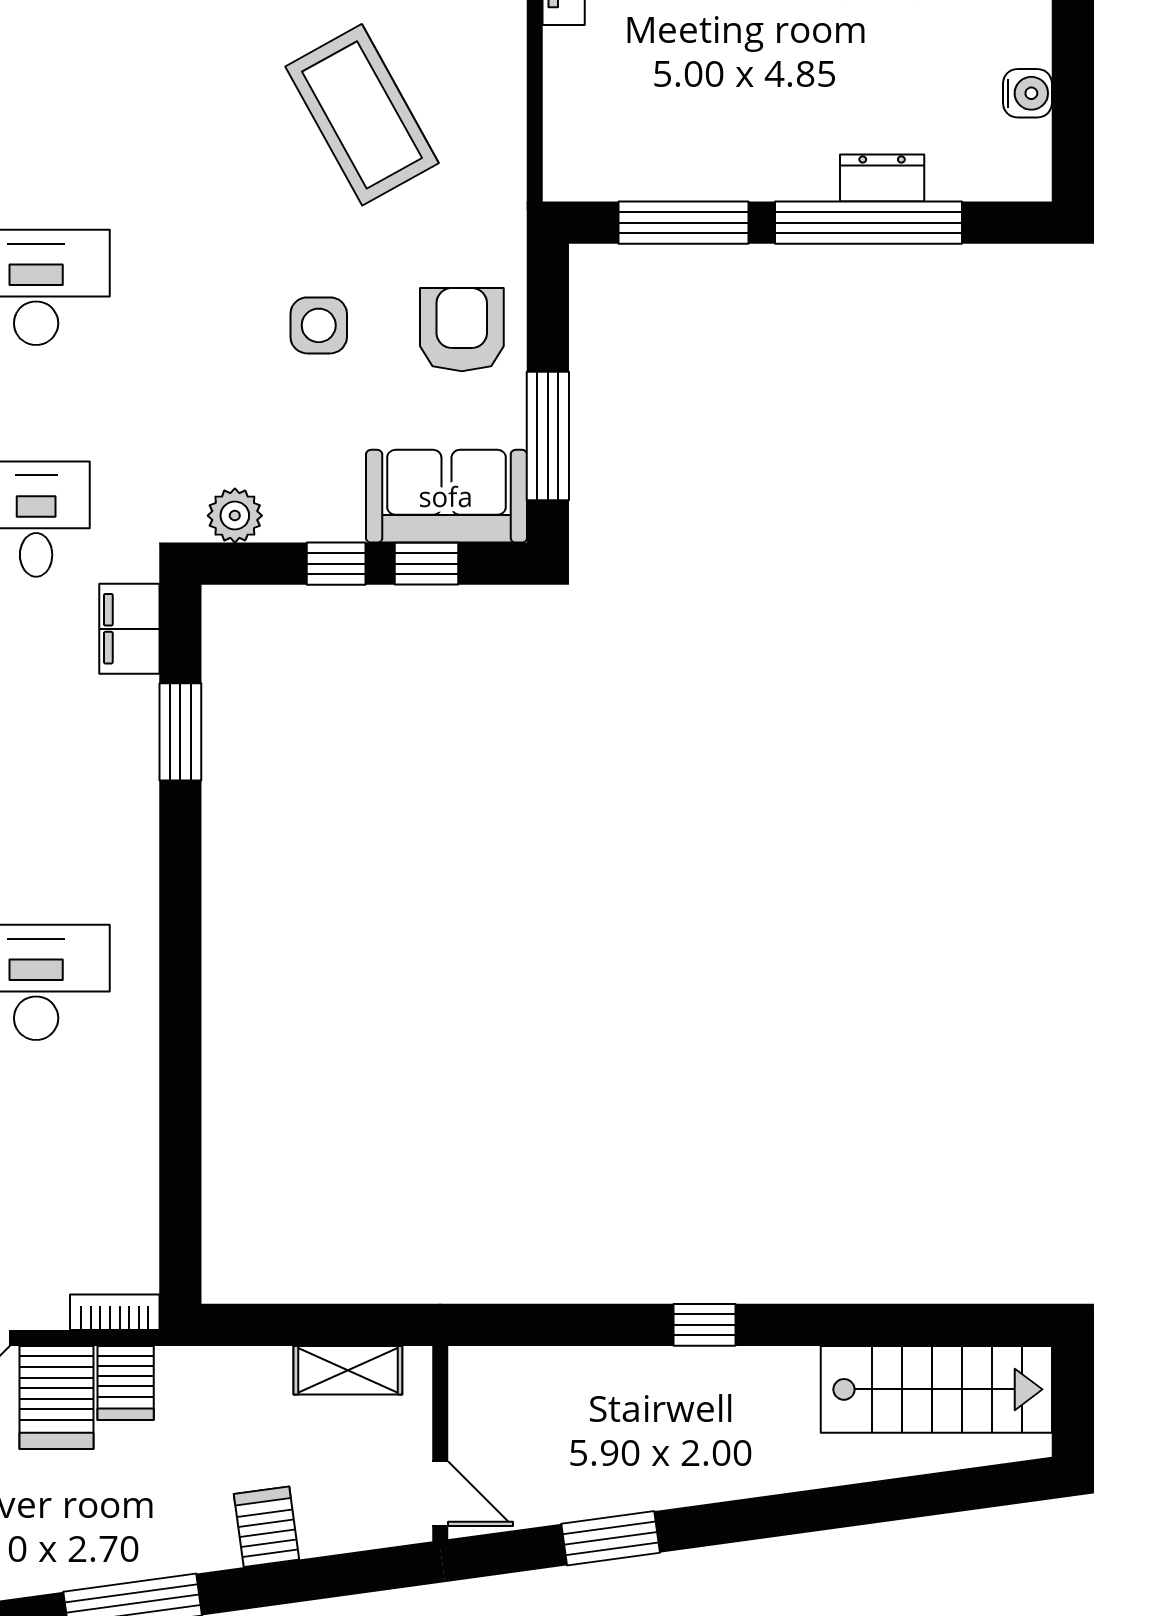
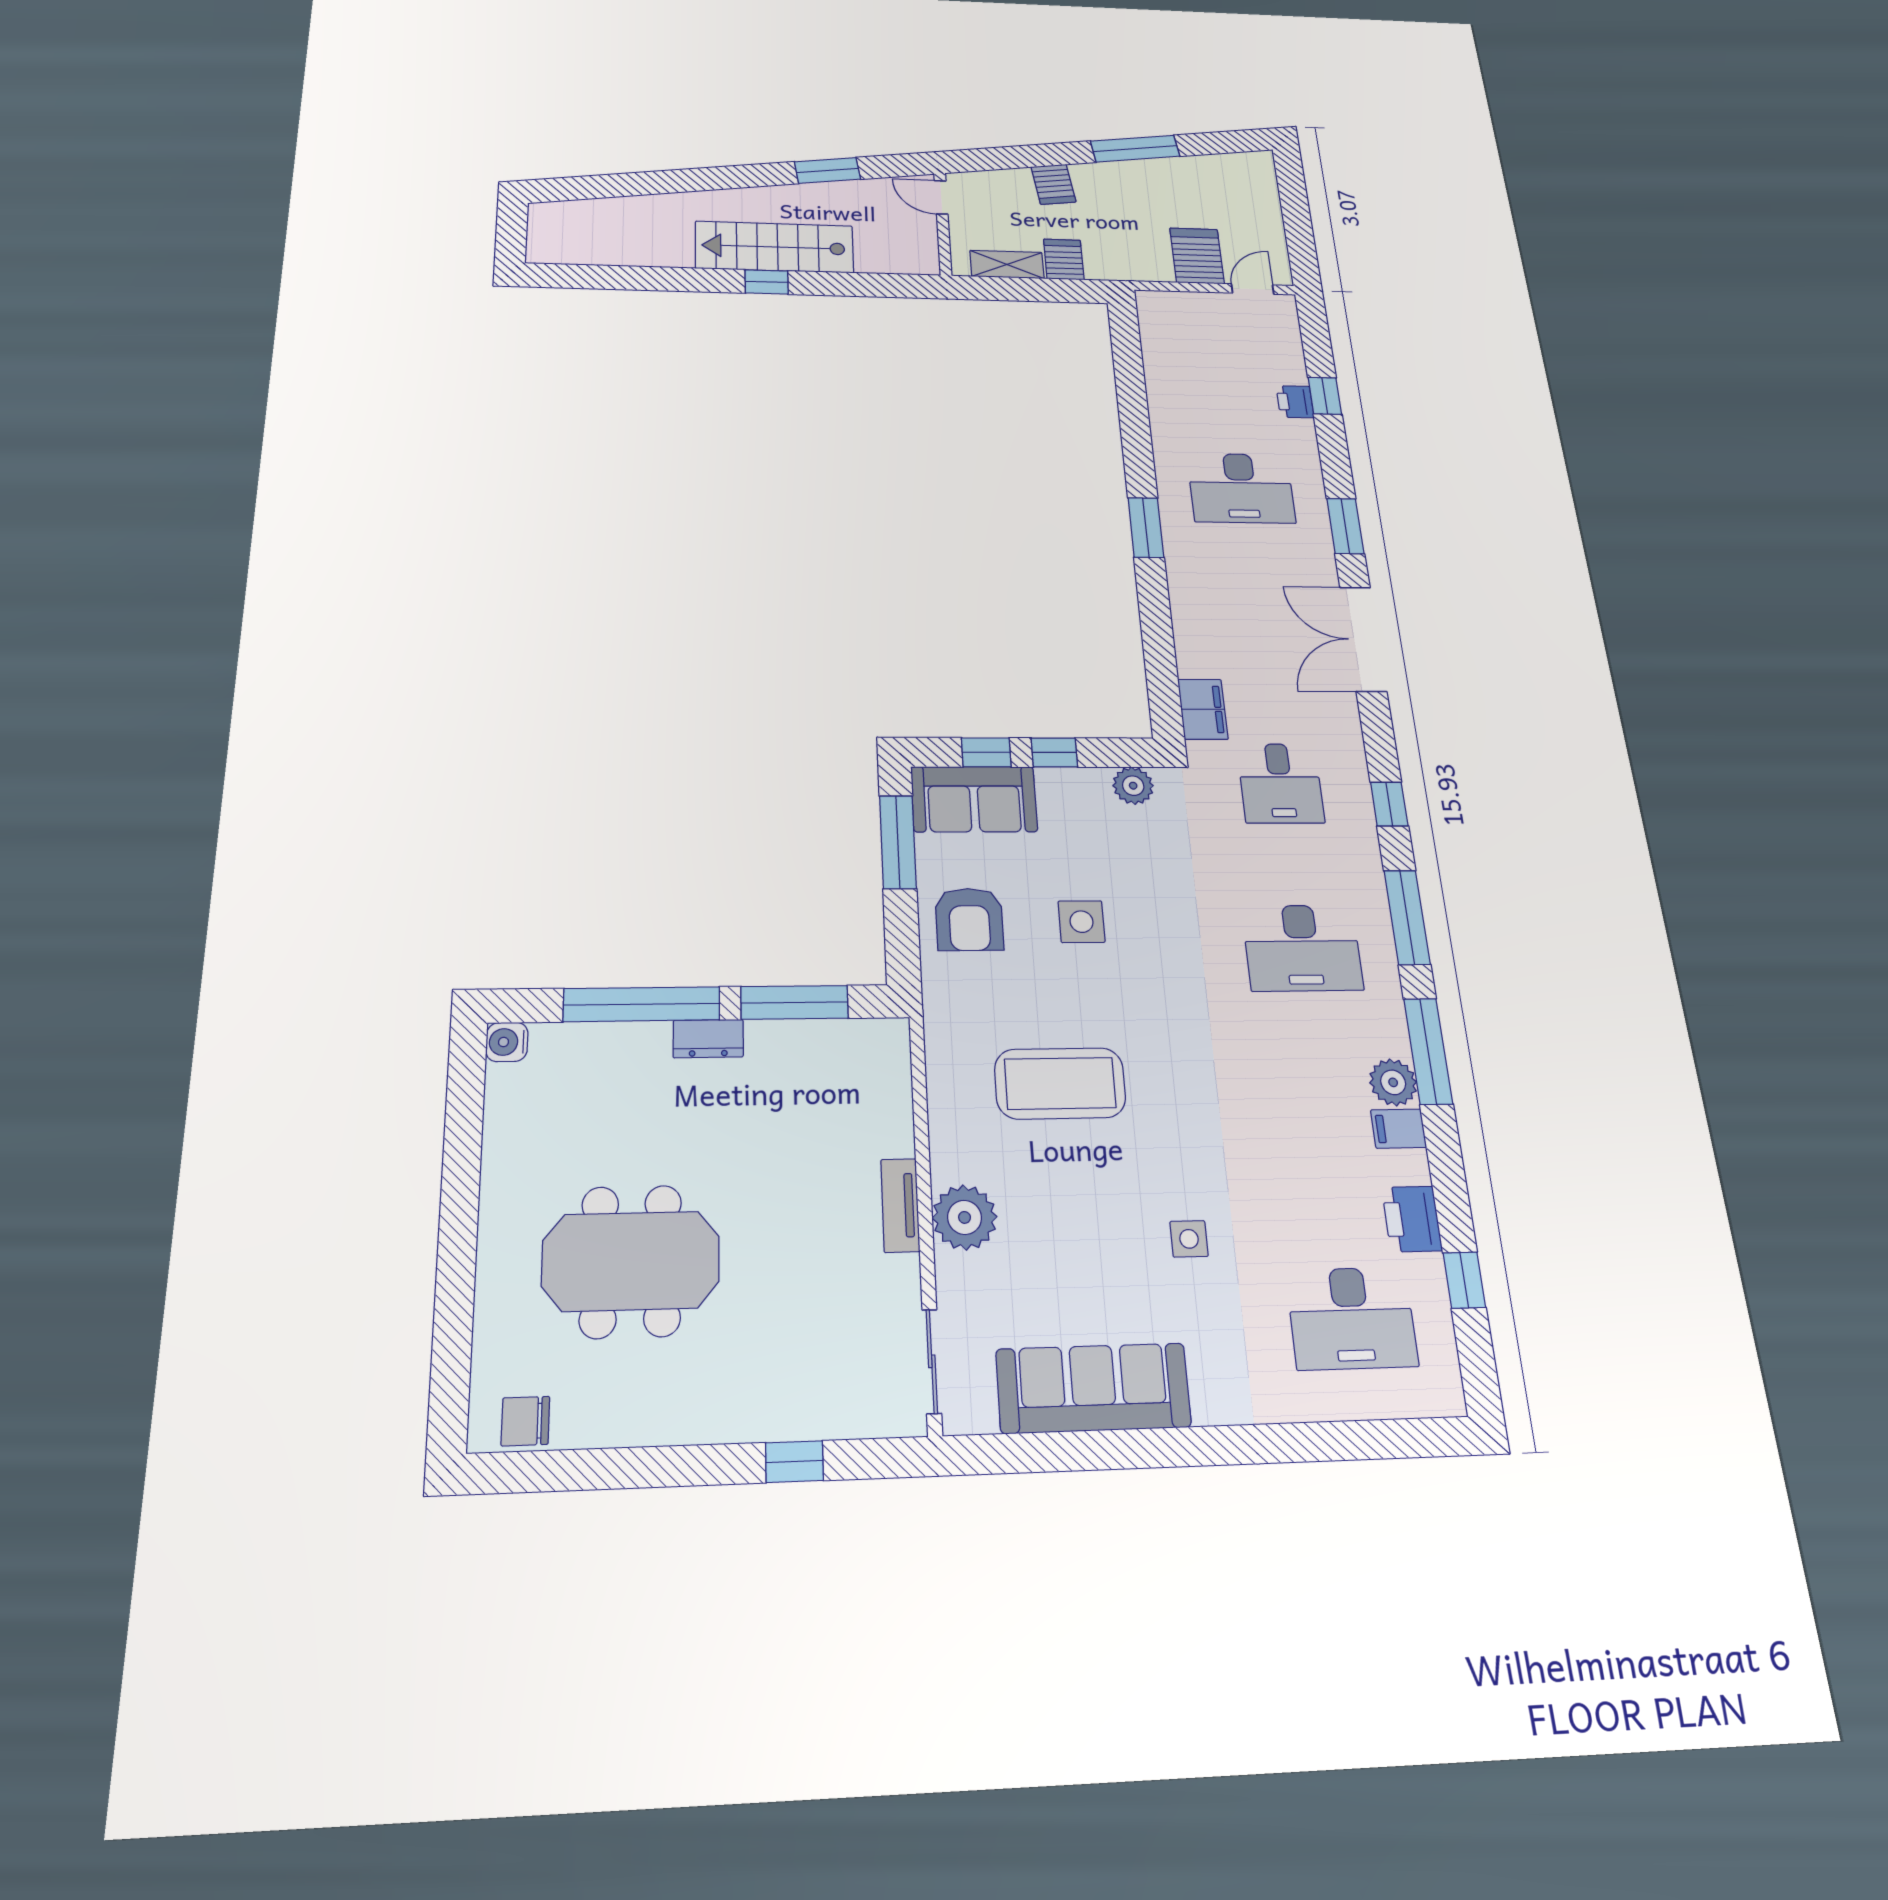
water cooler: (1027, 93) -> (507, 1042), moved
coffee table: (362, 115) -> (1060, 1083), turned -61
dresser: (882, 178) -> (708, 1039), moved
window: (180, 732) -> (1146, 528), moved
bookcase: (115, 1312) -> (1165, 300), removed
server rack: (126, 1383) -> (1064, 259), moved
stairs: (936, 1389) -> (774, 247), moved

